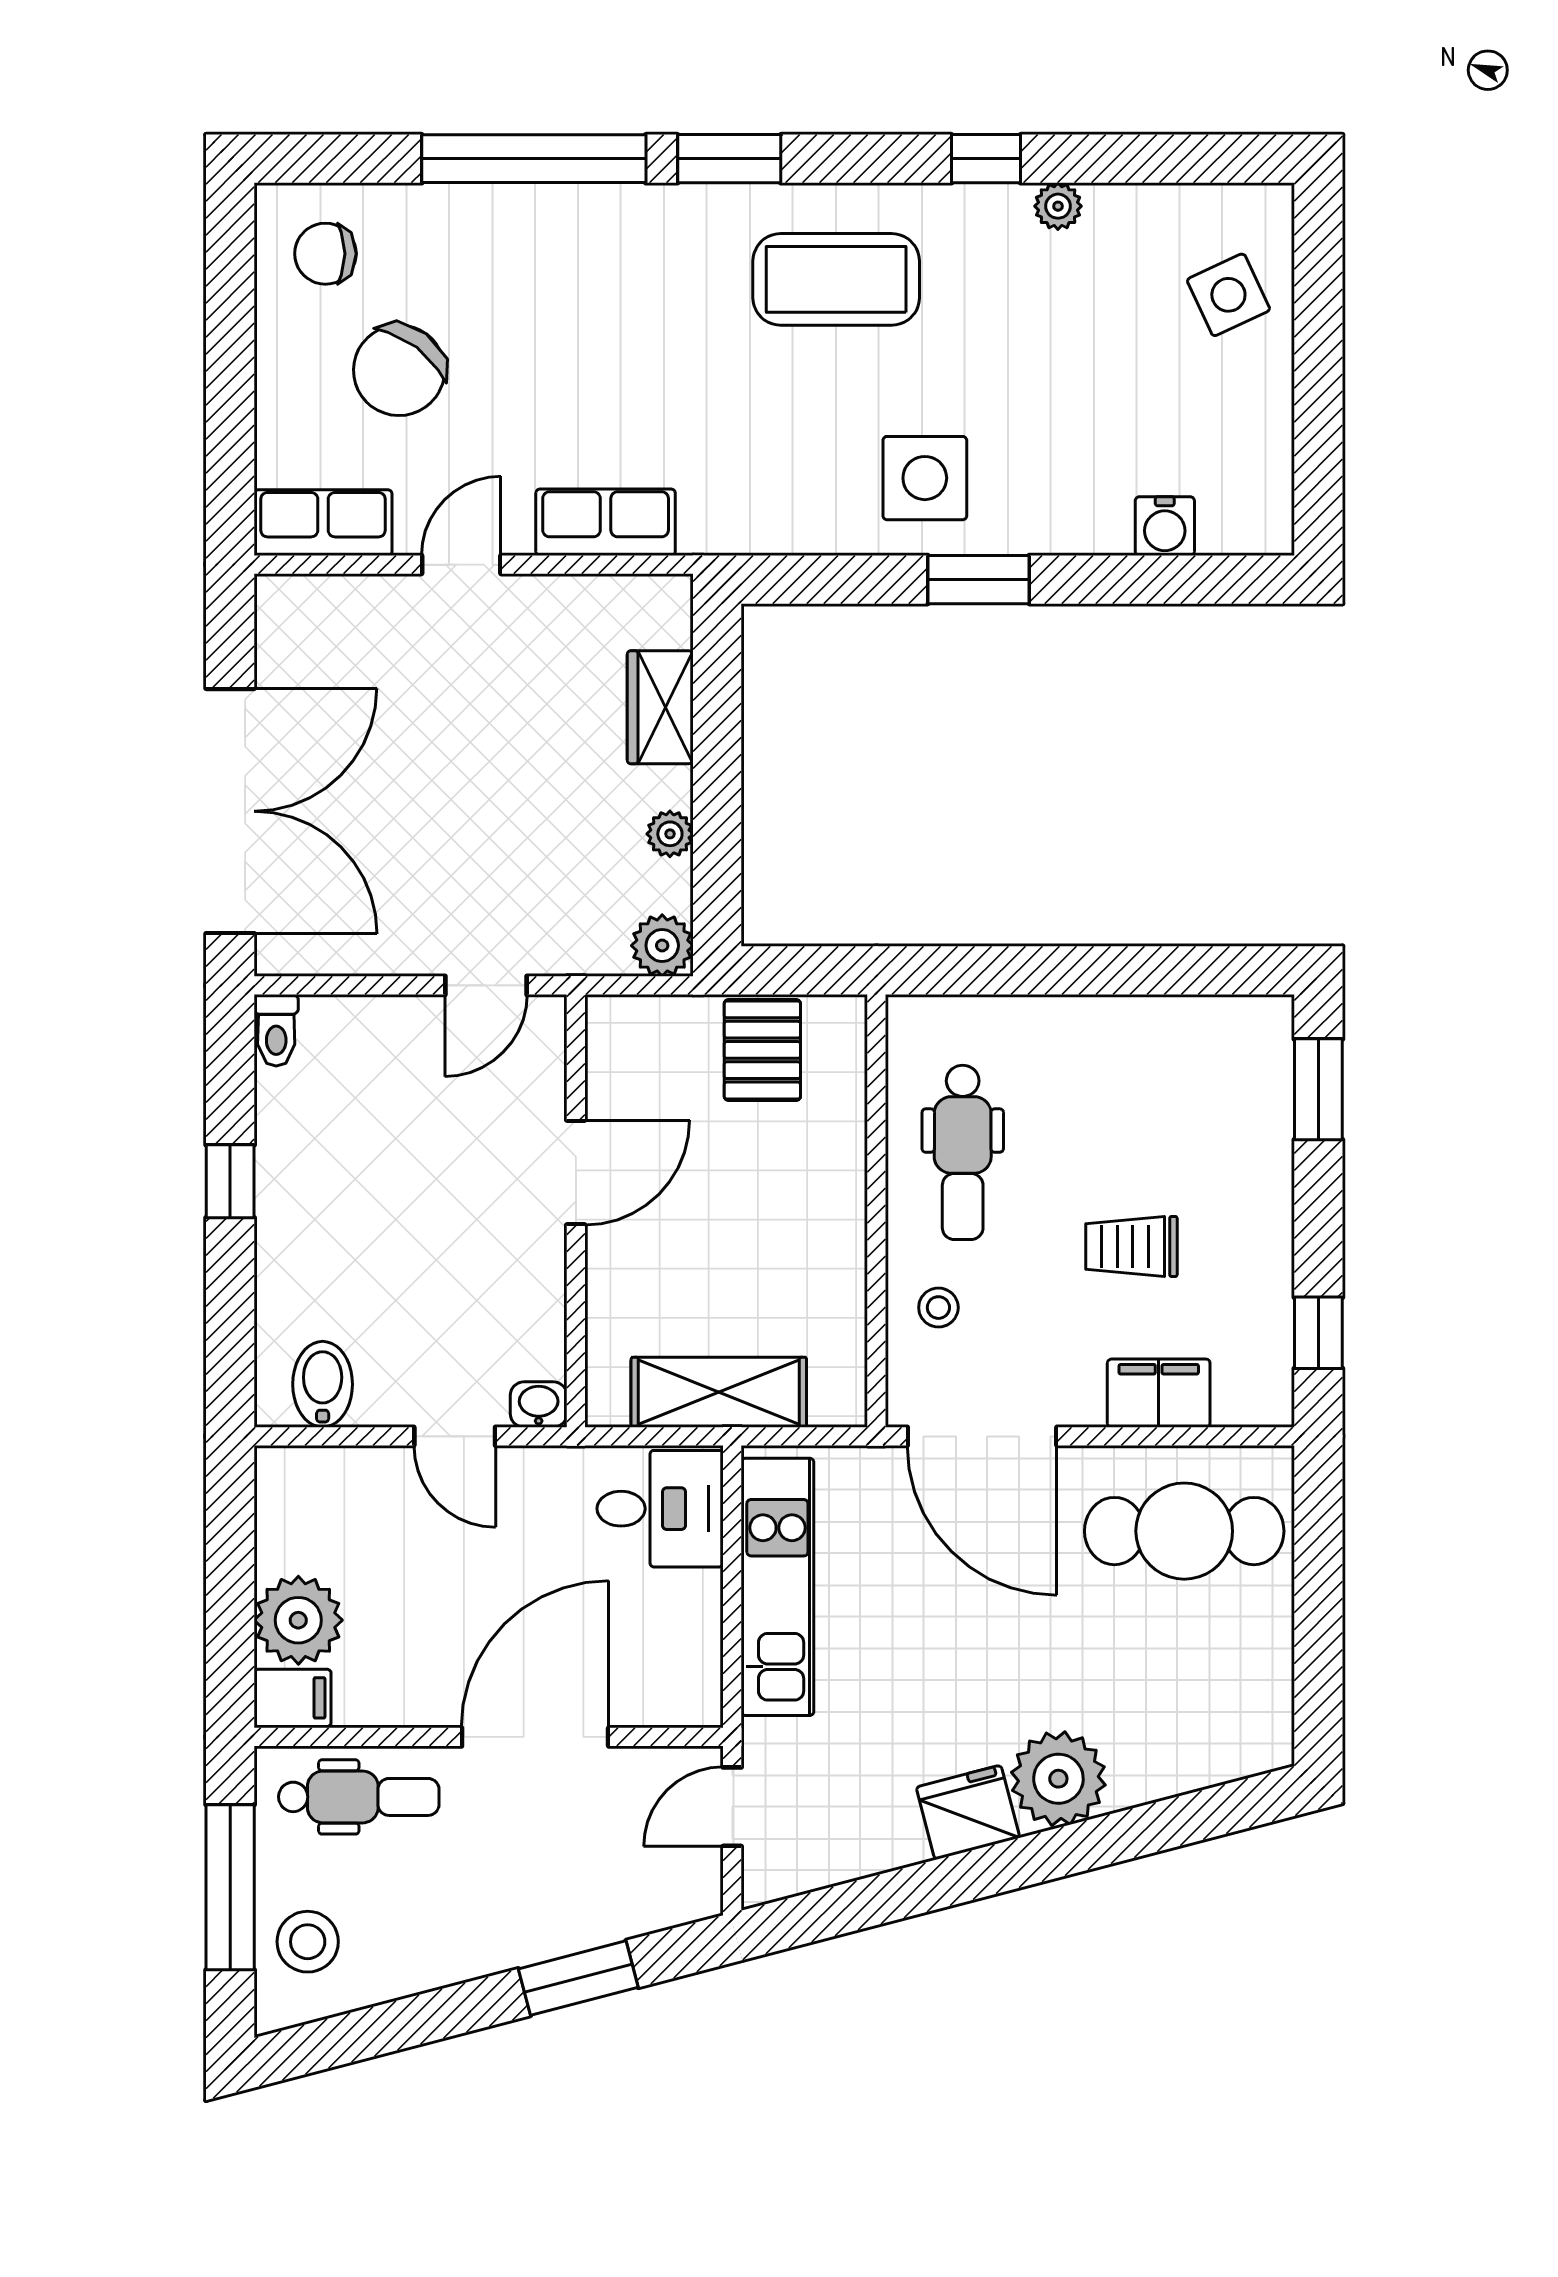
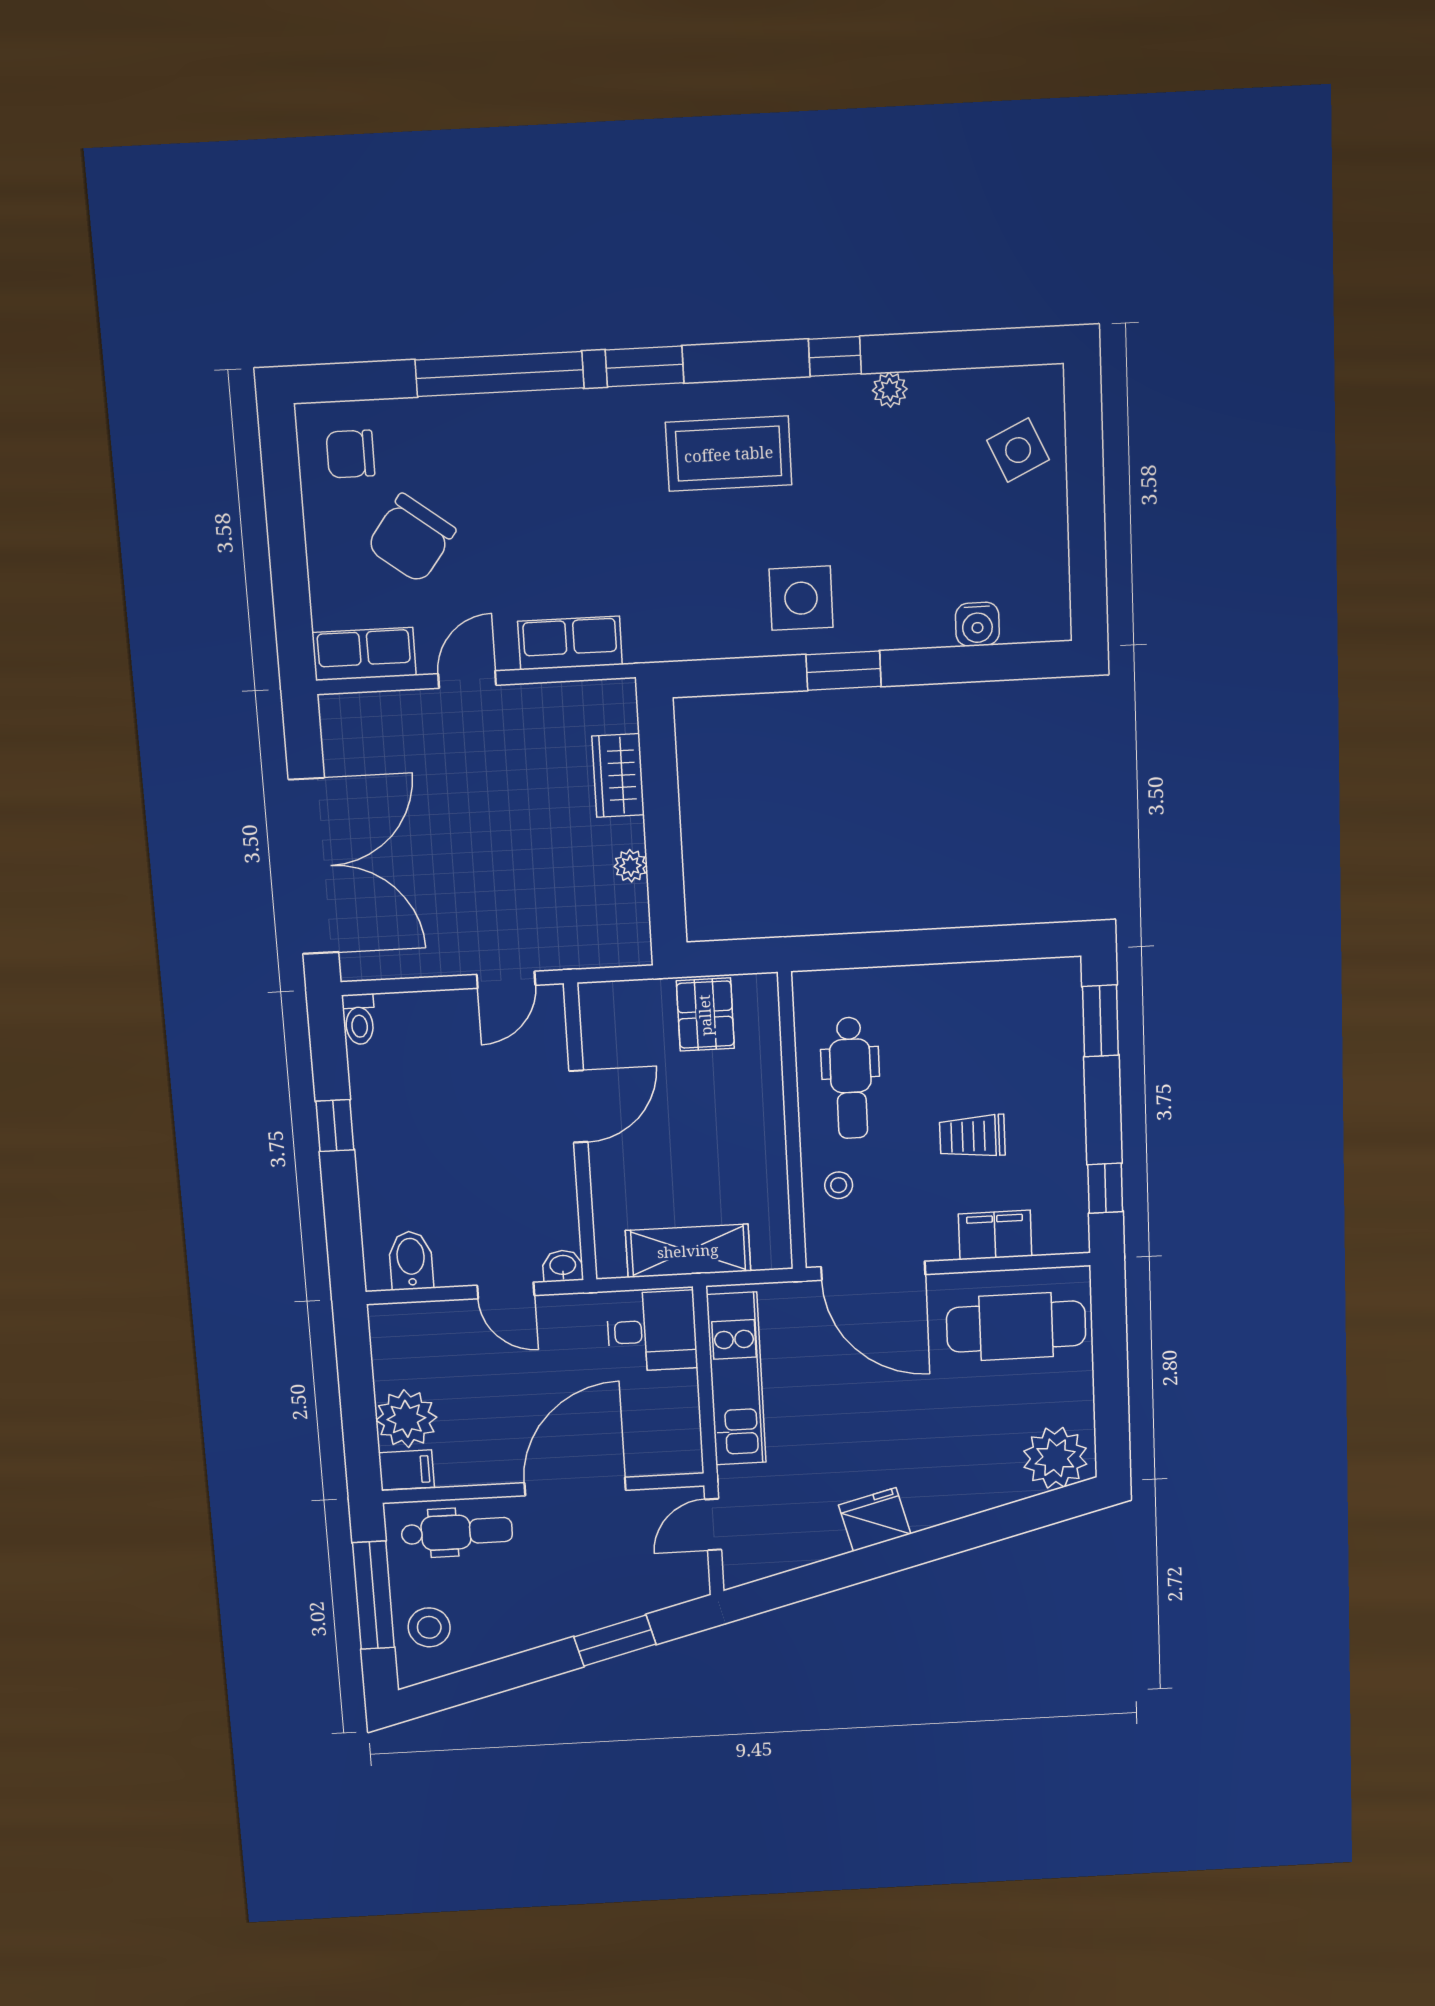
plant: (662, 946) -> (630, 945), removed
plant: (1058, 1779) -> (1055, 1458), moved

